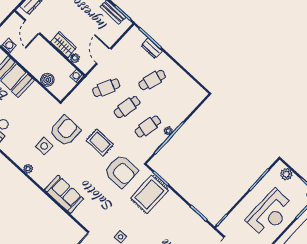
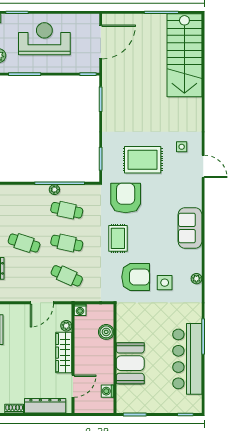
wardrobe: (63, 45) -> (64, 353), width x1.50
armchair: (65, 131) -> (136, 277), turned 180
rug: (149, 194) -> (143, 160), moved

